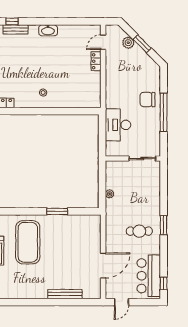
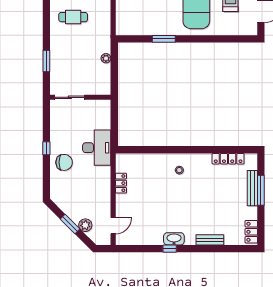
window: (12, 21) -> (170, 249), moved
locker: (96, 61) -> (121, 183), moved
window: (164, 112) -> (46, 148), width x0.32
desk: (118, 125) -> (97, 148), moved
window: (164, 225) -> (46, 61), moved

